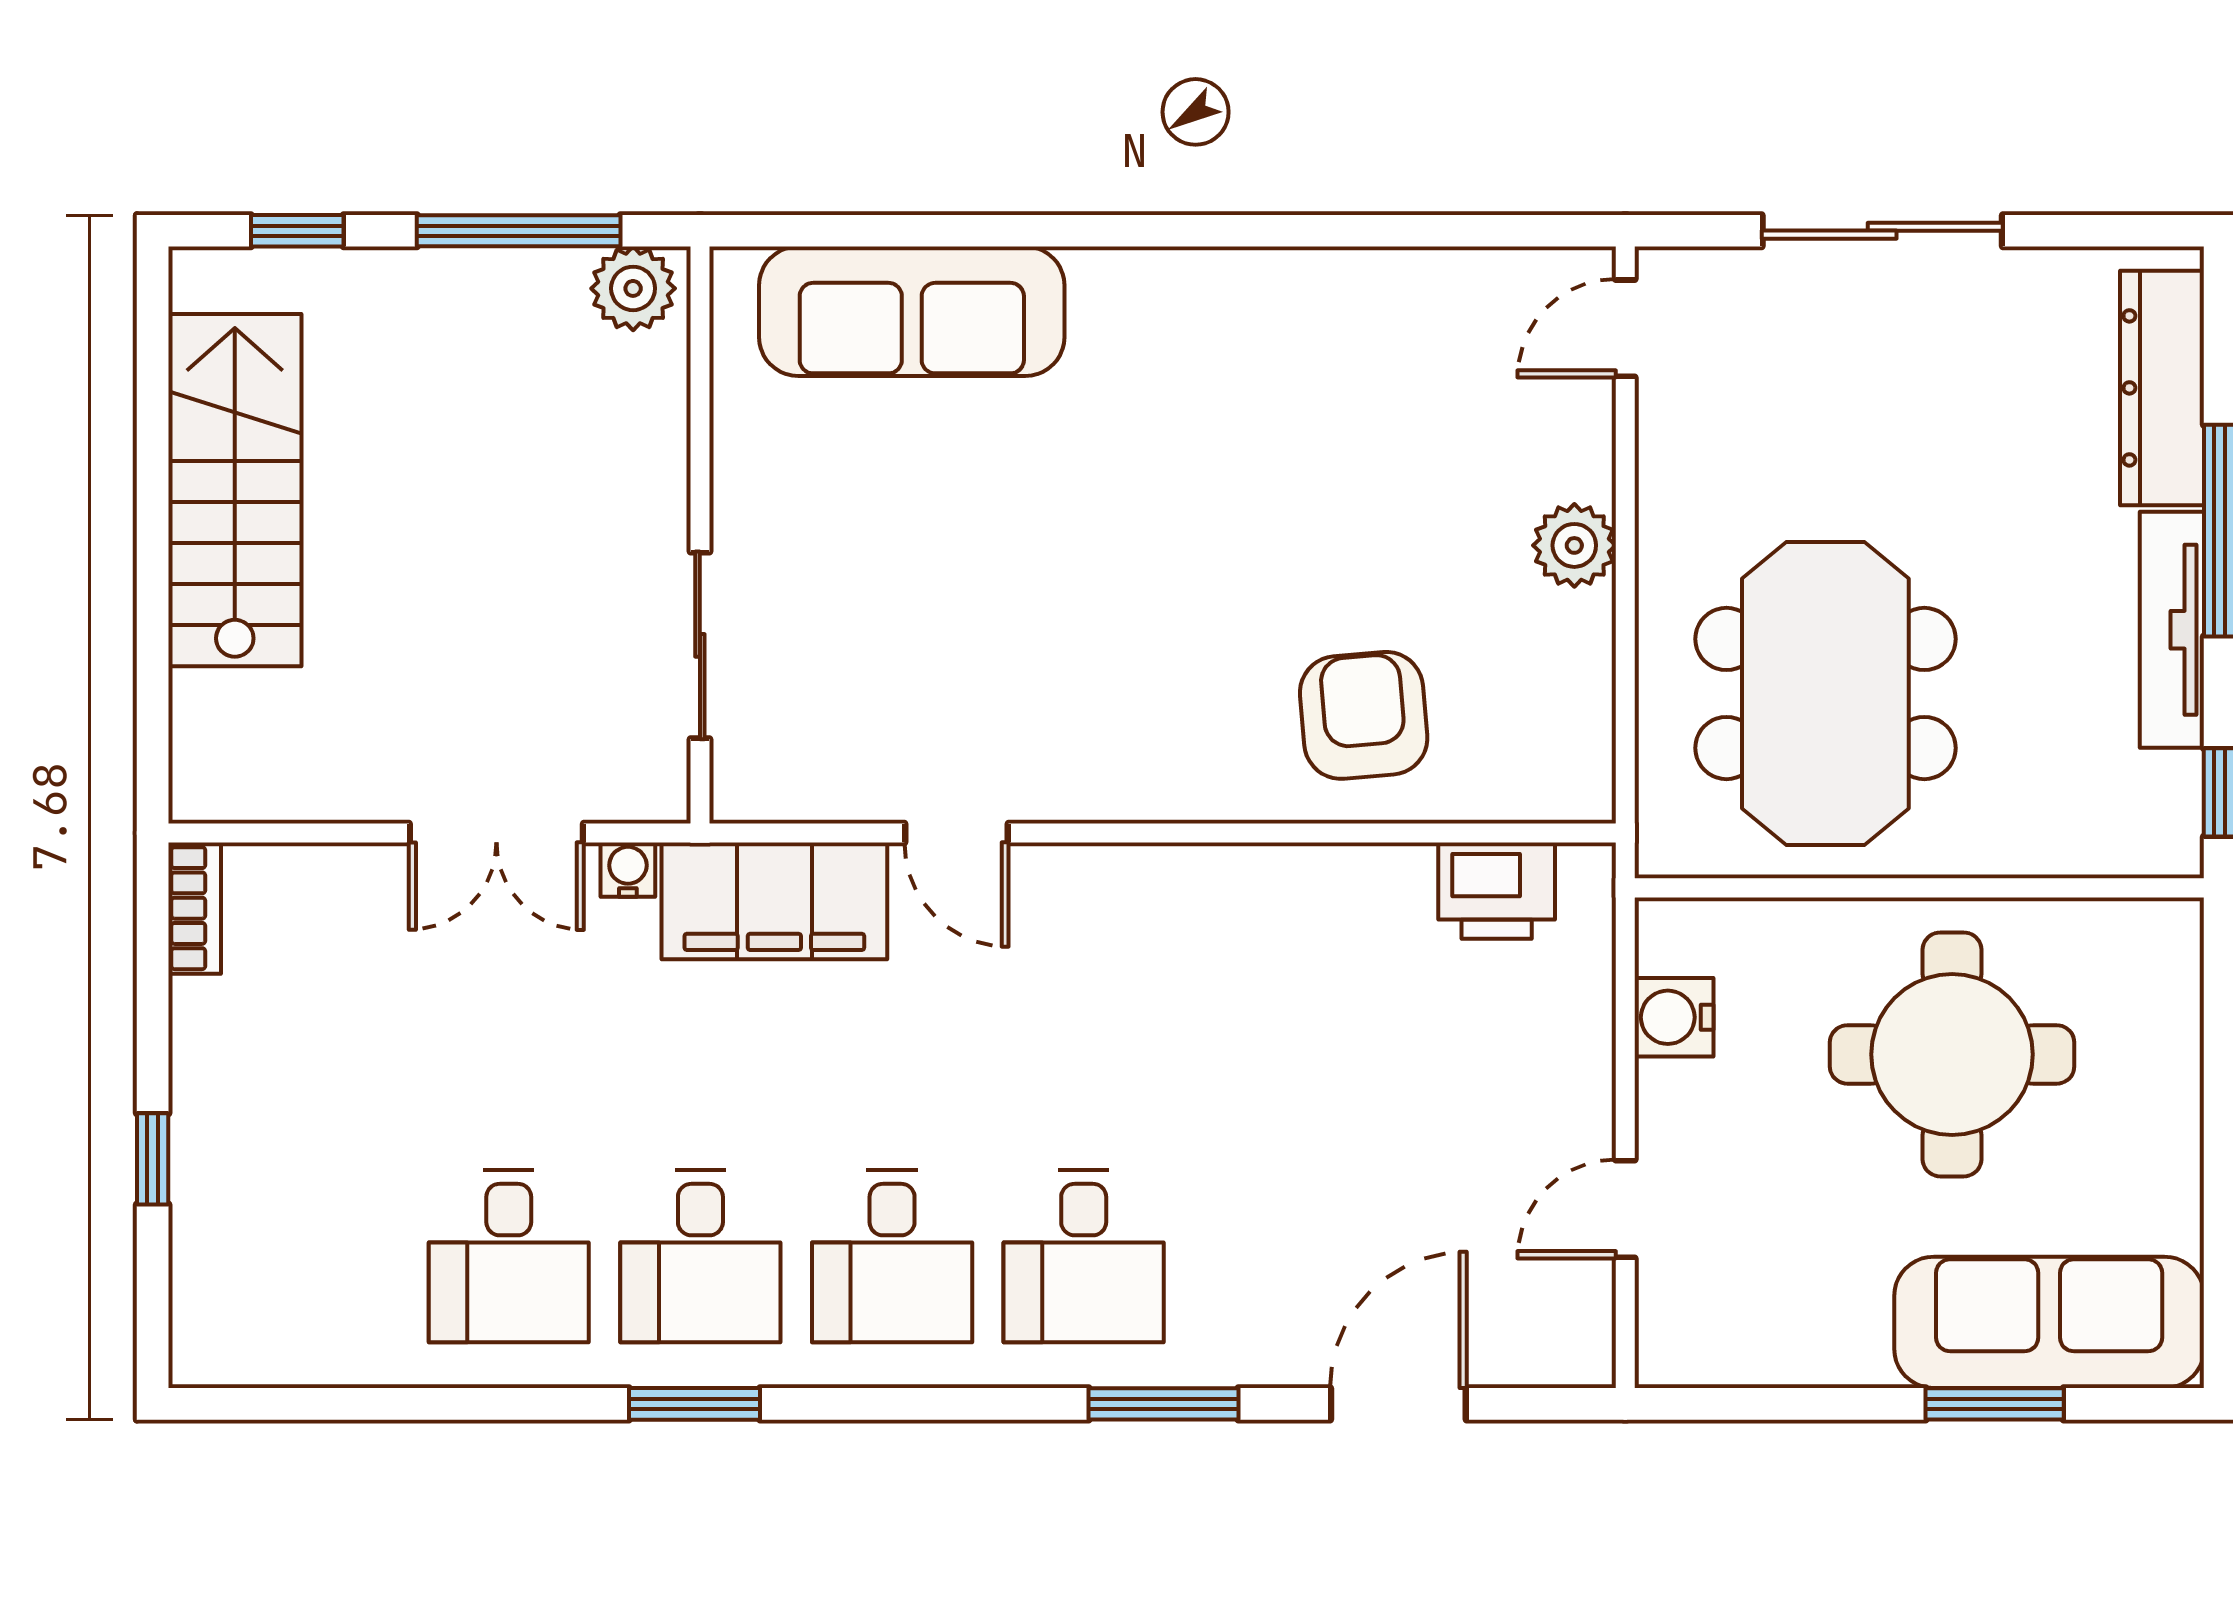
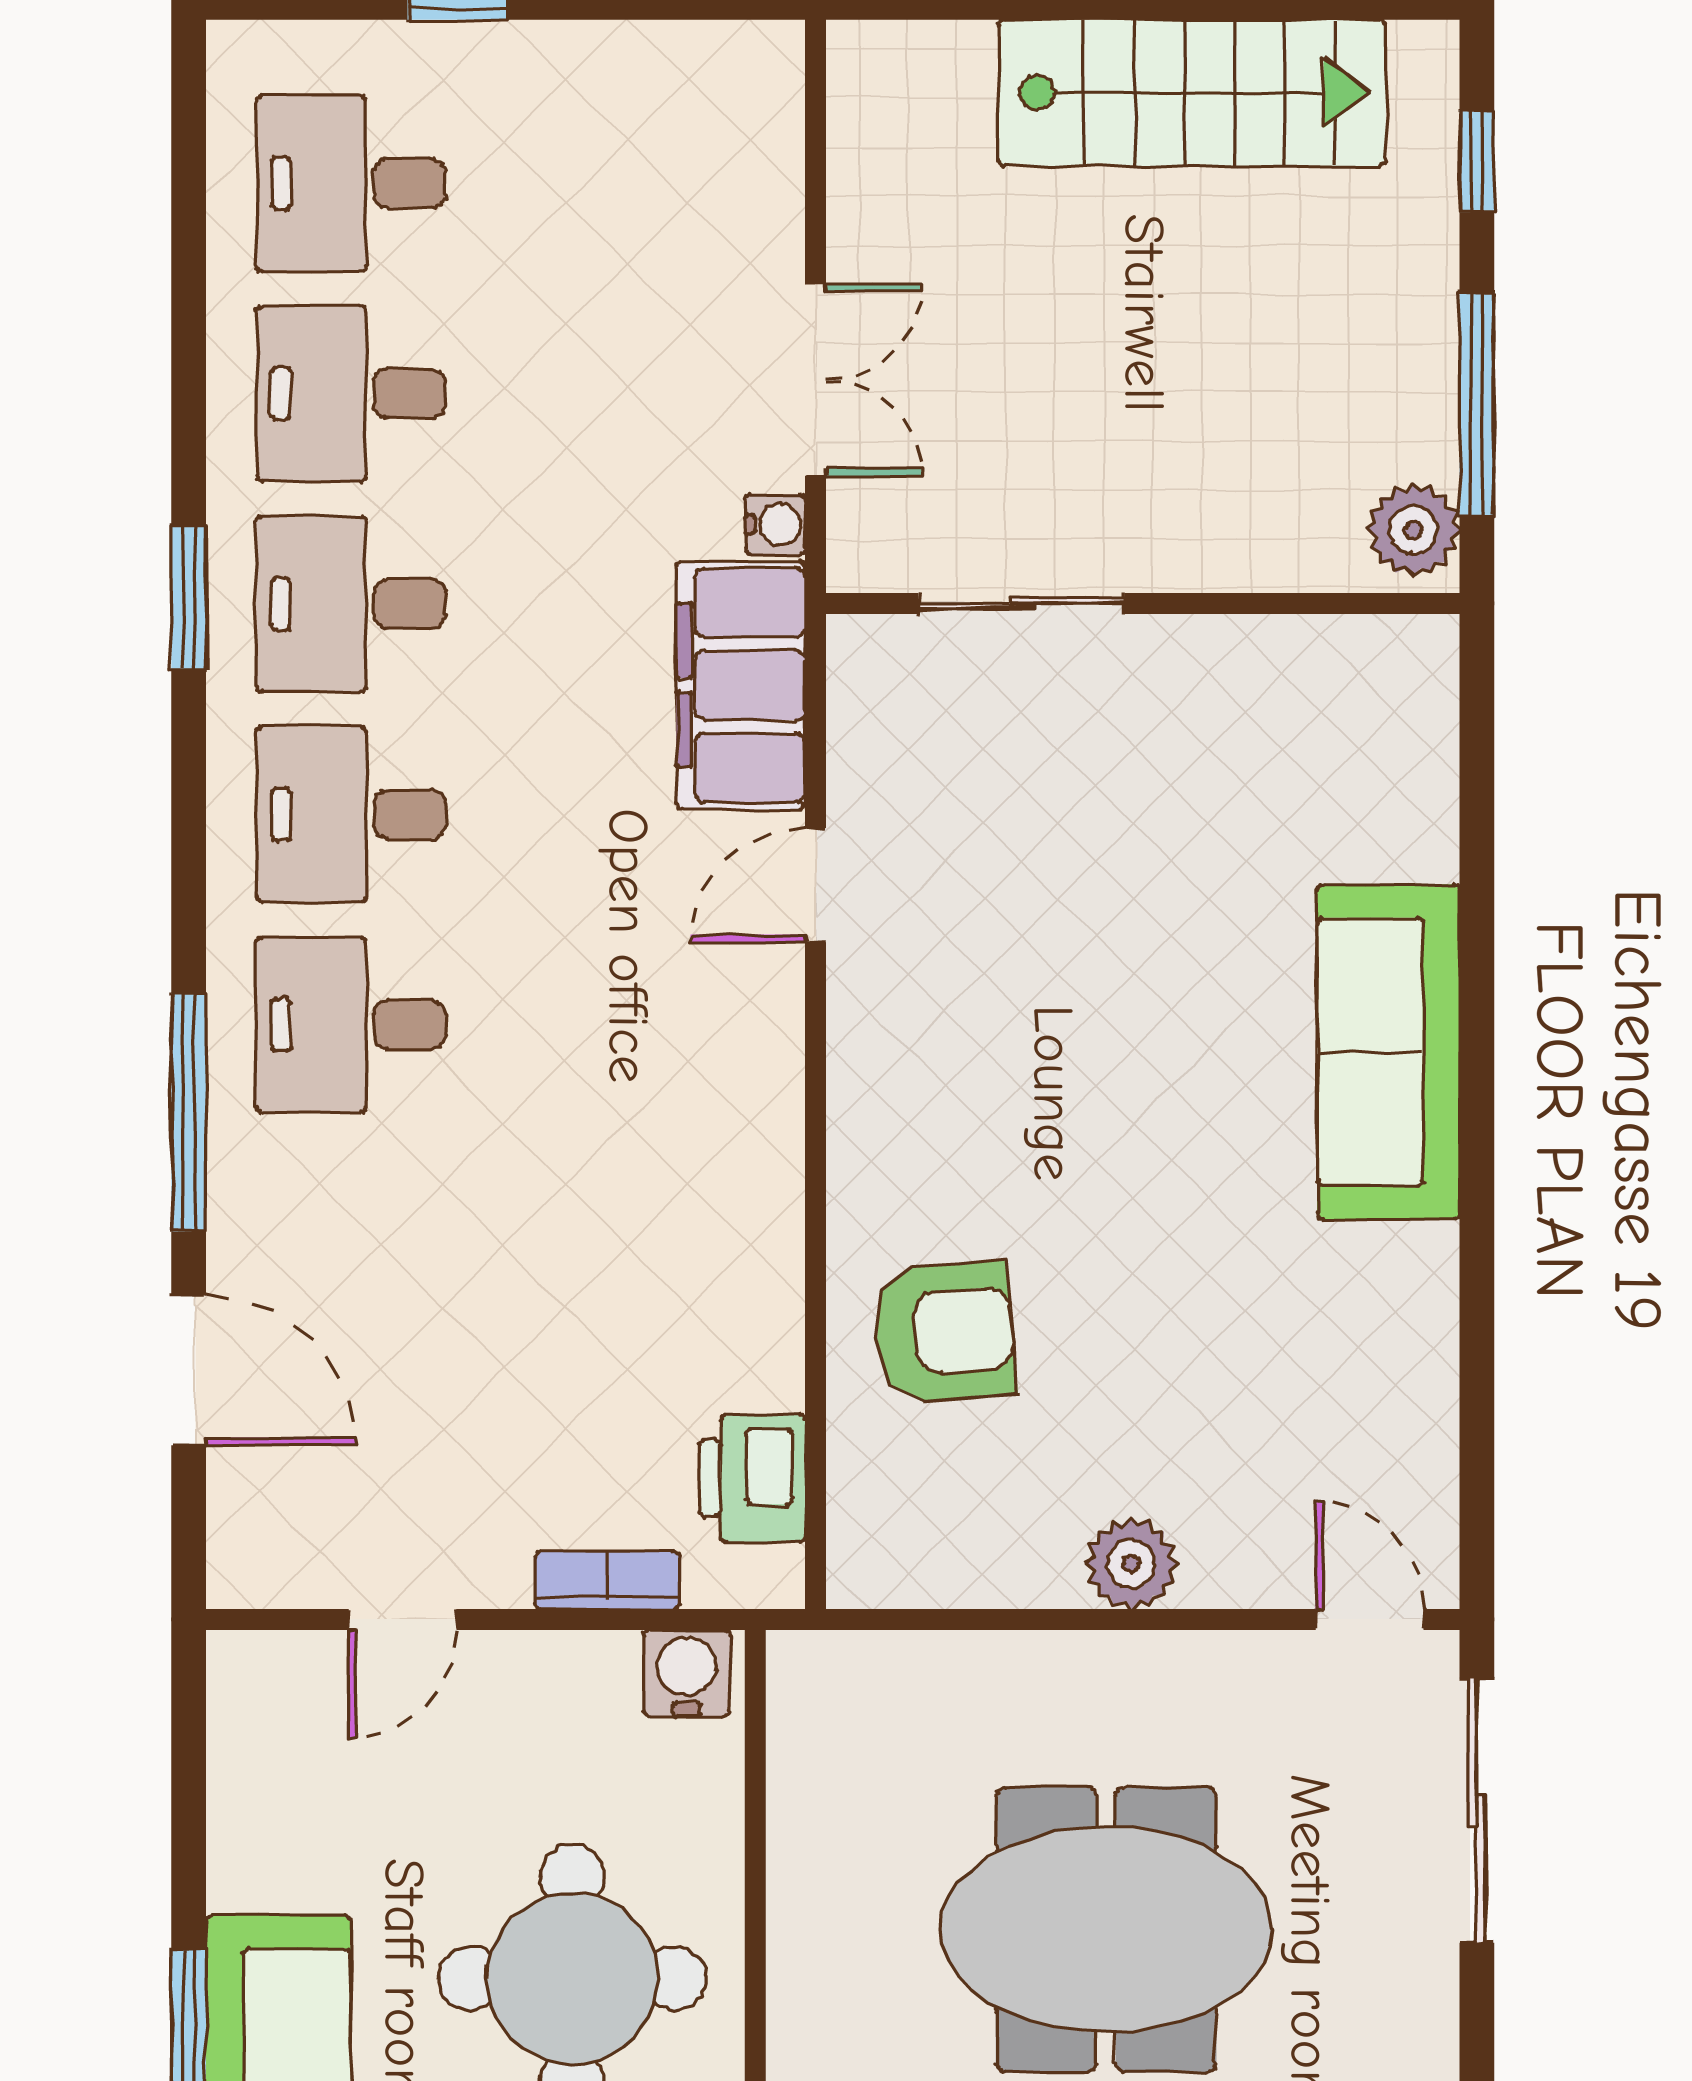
sliding door: (1882, 231) -> (1477, 1811), moved
sofa: (912, 311) -> (1388, 1052), moved
meeting table: (1825, 693) -> (1106, 1930), moved
double door: (496, 833) -> (816, 380), swing flipped
bookcase: (195, 908) -> (607, 1580), moved, turned 180
water cooler: (1674, 1017) -> (687, 1673), moved
door: (1625, 1209) -> (403, 1619), swing flipped
desk: (317, 1256) -> (351, 183), added
window: (1163, 1404) -> (189, 1112), width x1.44

